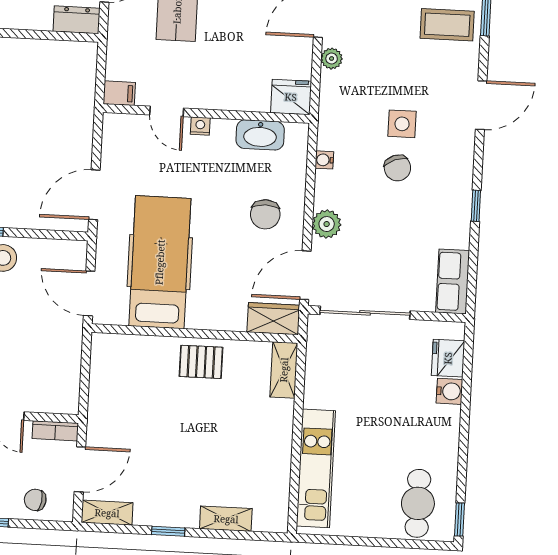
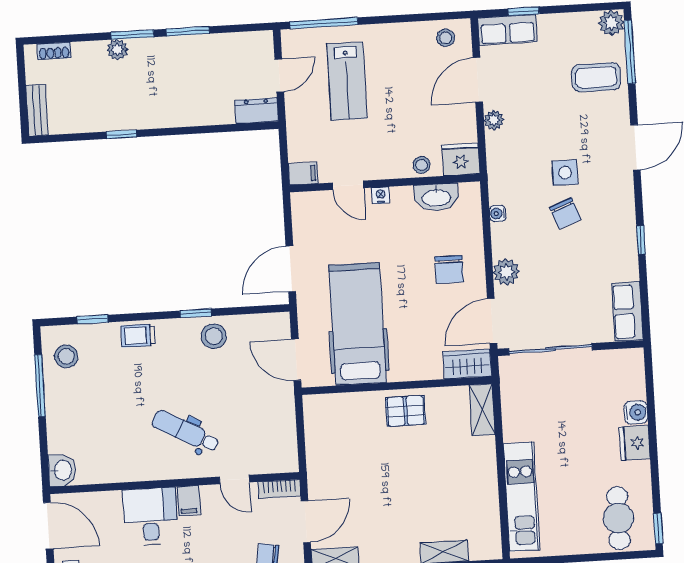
stool: (248, 98) -> (422, 165), added
fridge: (448, 358) -> (635, 443), moved

